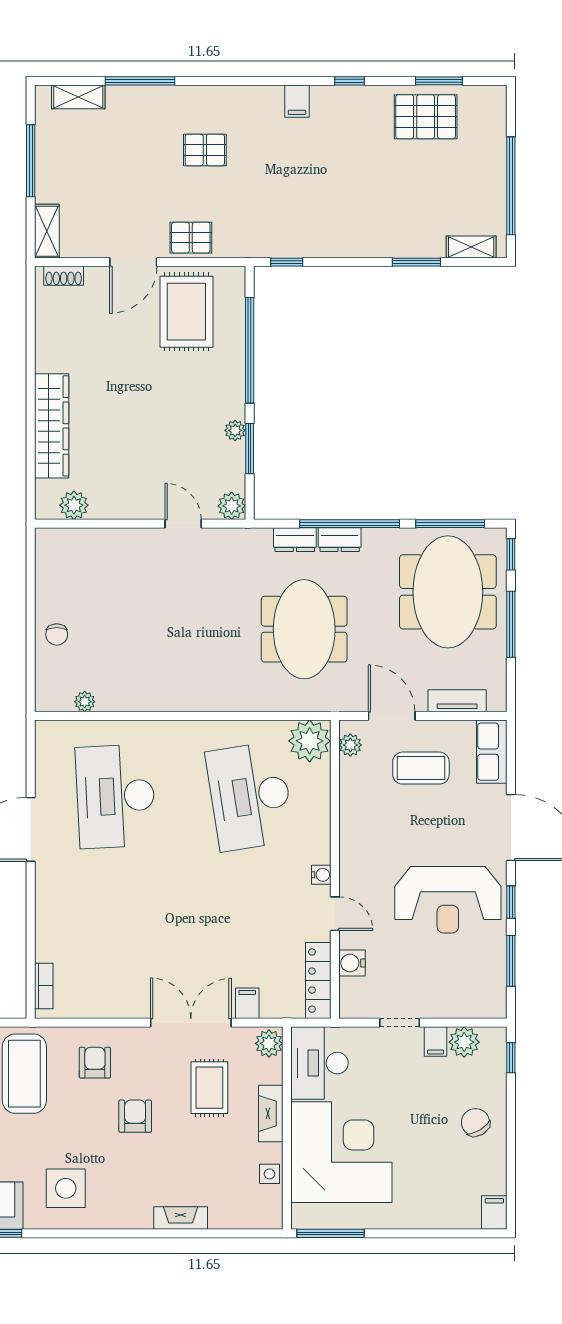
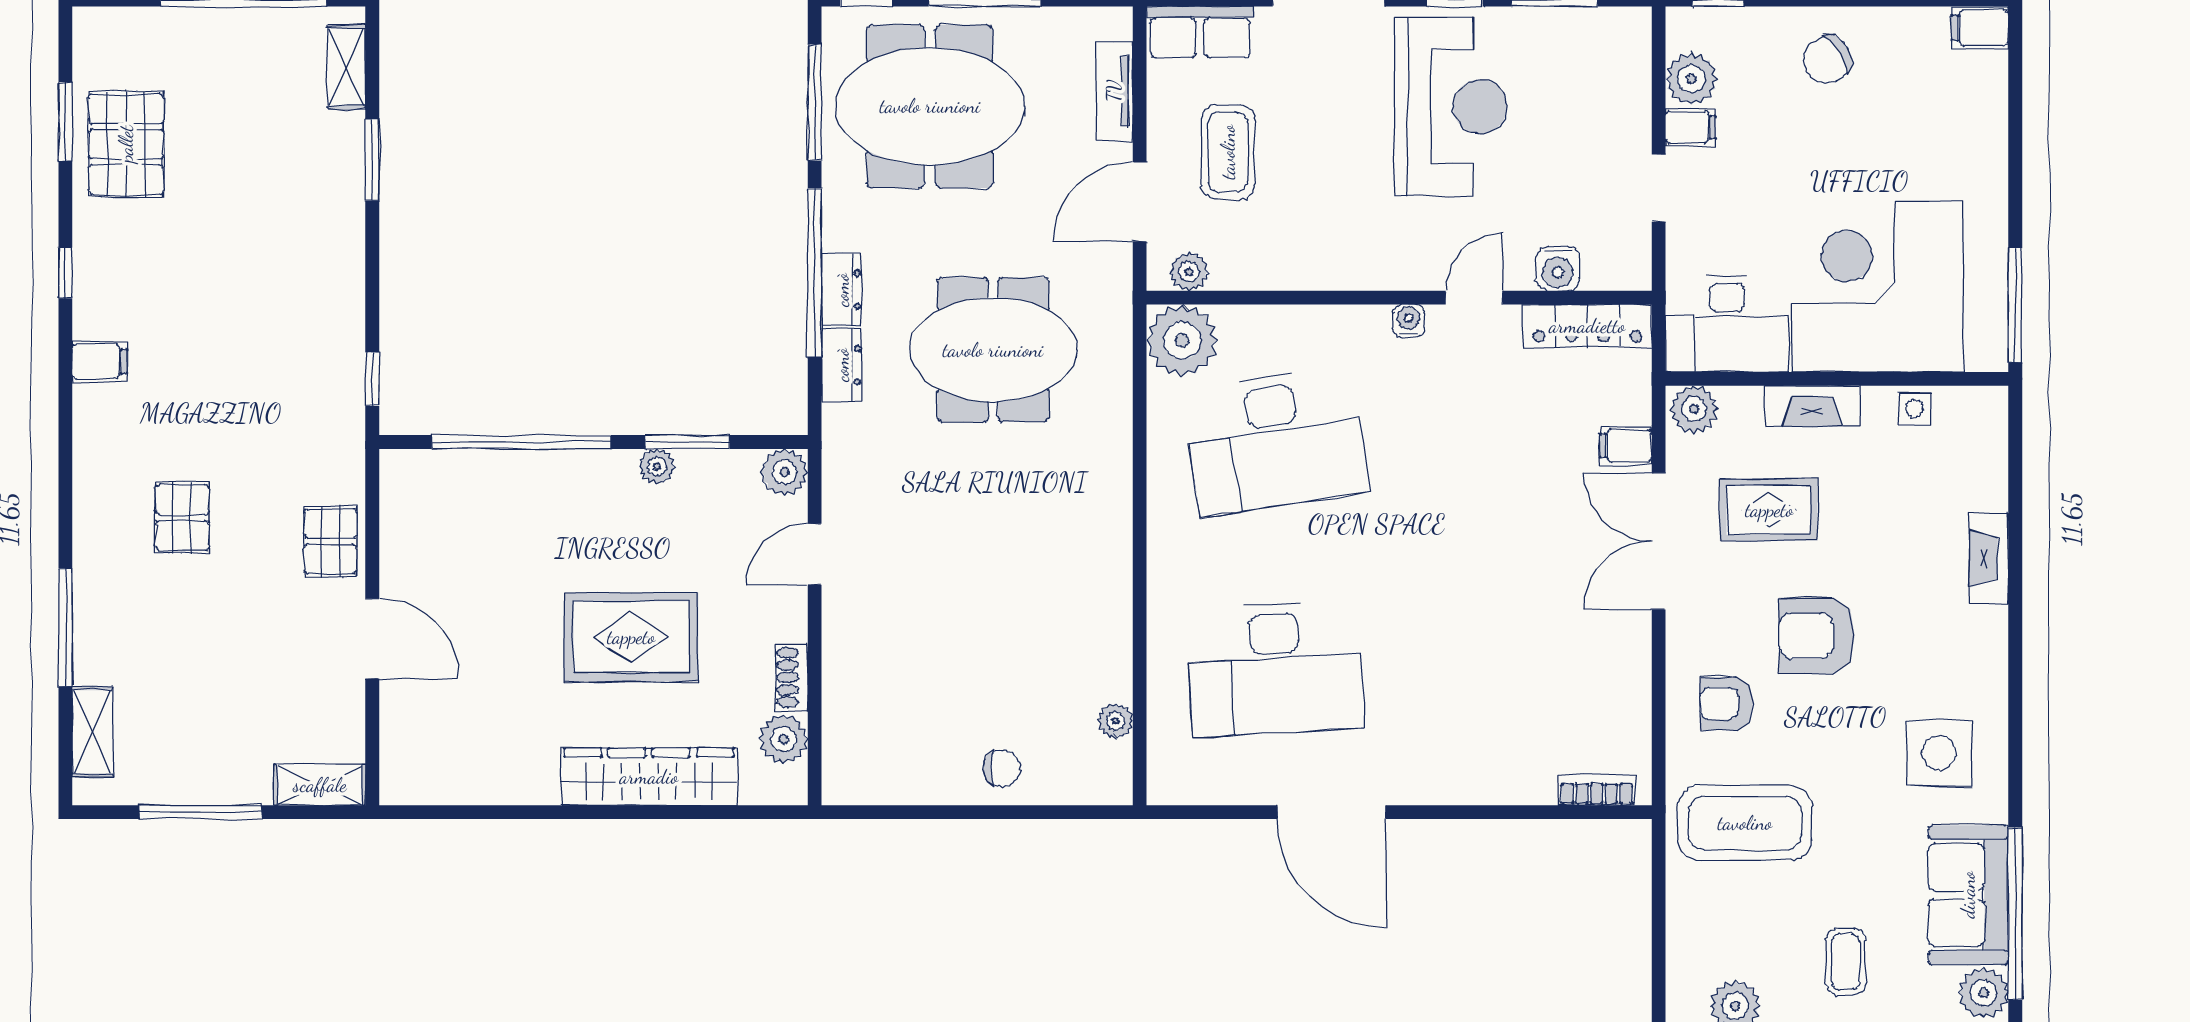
shoe rack: (64, 276) -> (792, 677), moved, turned 180
rug: (186, 312) -> (631, 637), moved
armchair: (135, 1116) -> (1817, 636), width x1.38, depth x1.38

